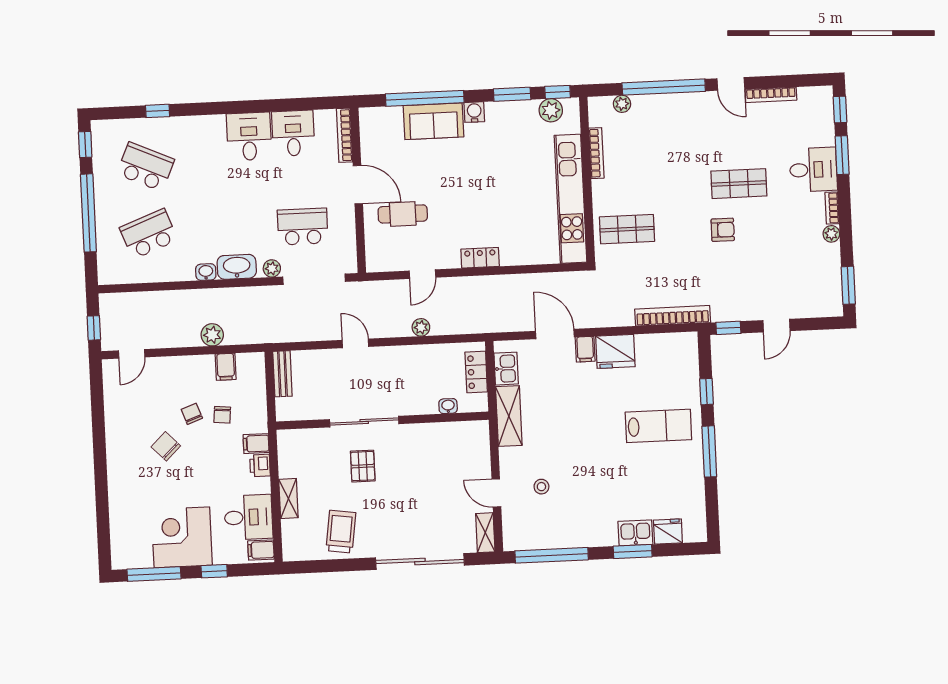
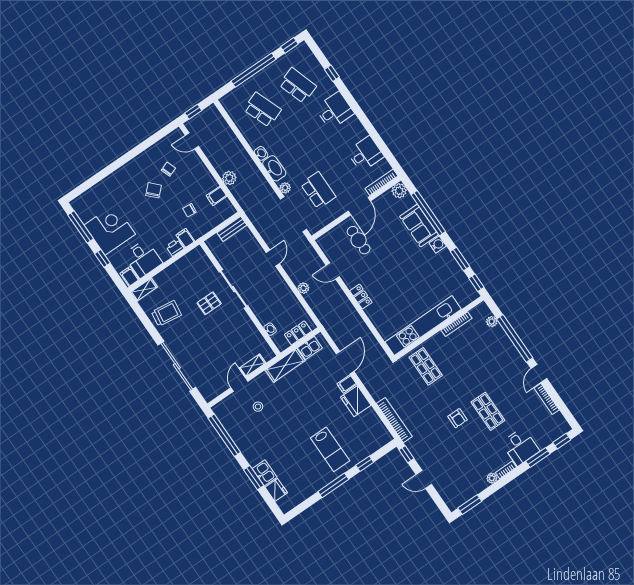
plant: (551, 110) -> (399, 191), moved
desk: (249, 136) -> (335, 111), moved
school desk: (145, 167) -> (298, 85), turned -42
chair: (192, 414) -> (168, 169), moved
shelving: (288, 499) -> (144, 290), moved
shelving: (485, 533) -> (252, 365), moved

